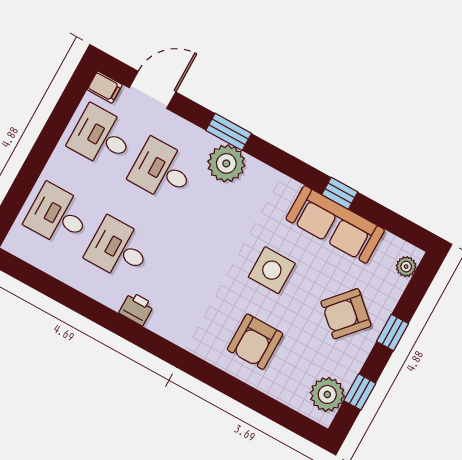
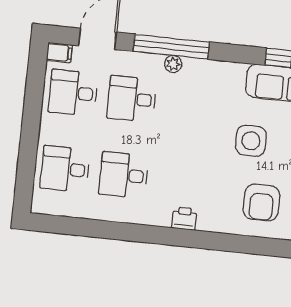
window: (229, 132) -> (171, 47), width x2.11
plant: (226, 163) -> (173, 64), width x0.53, depth x0.53
printer: (137, 309) -> (184, 219), moved

